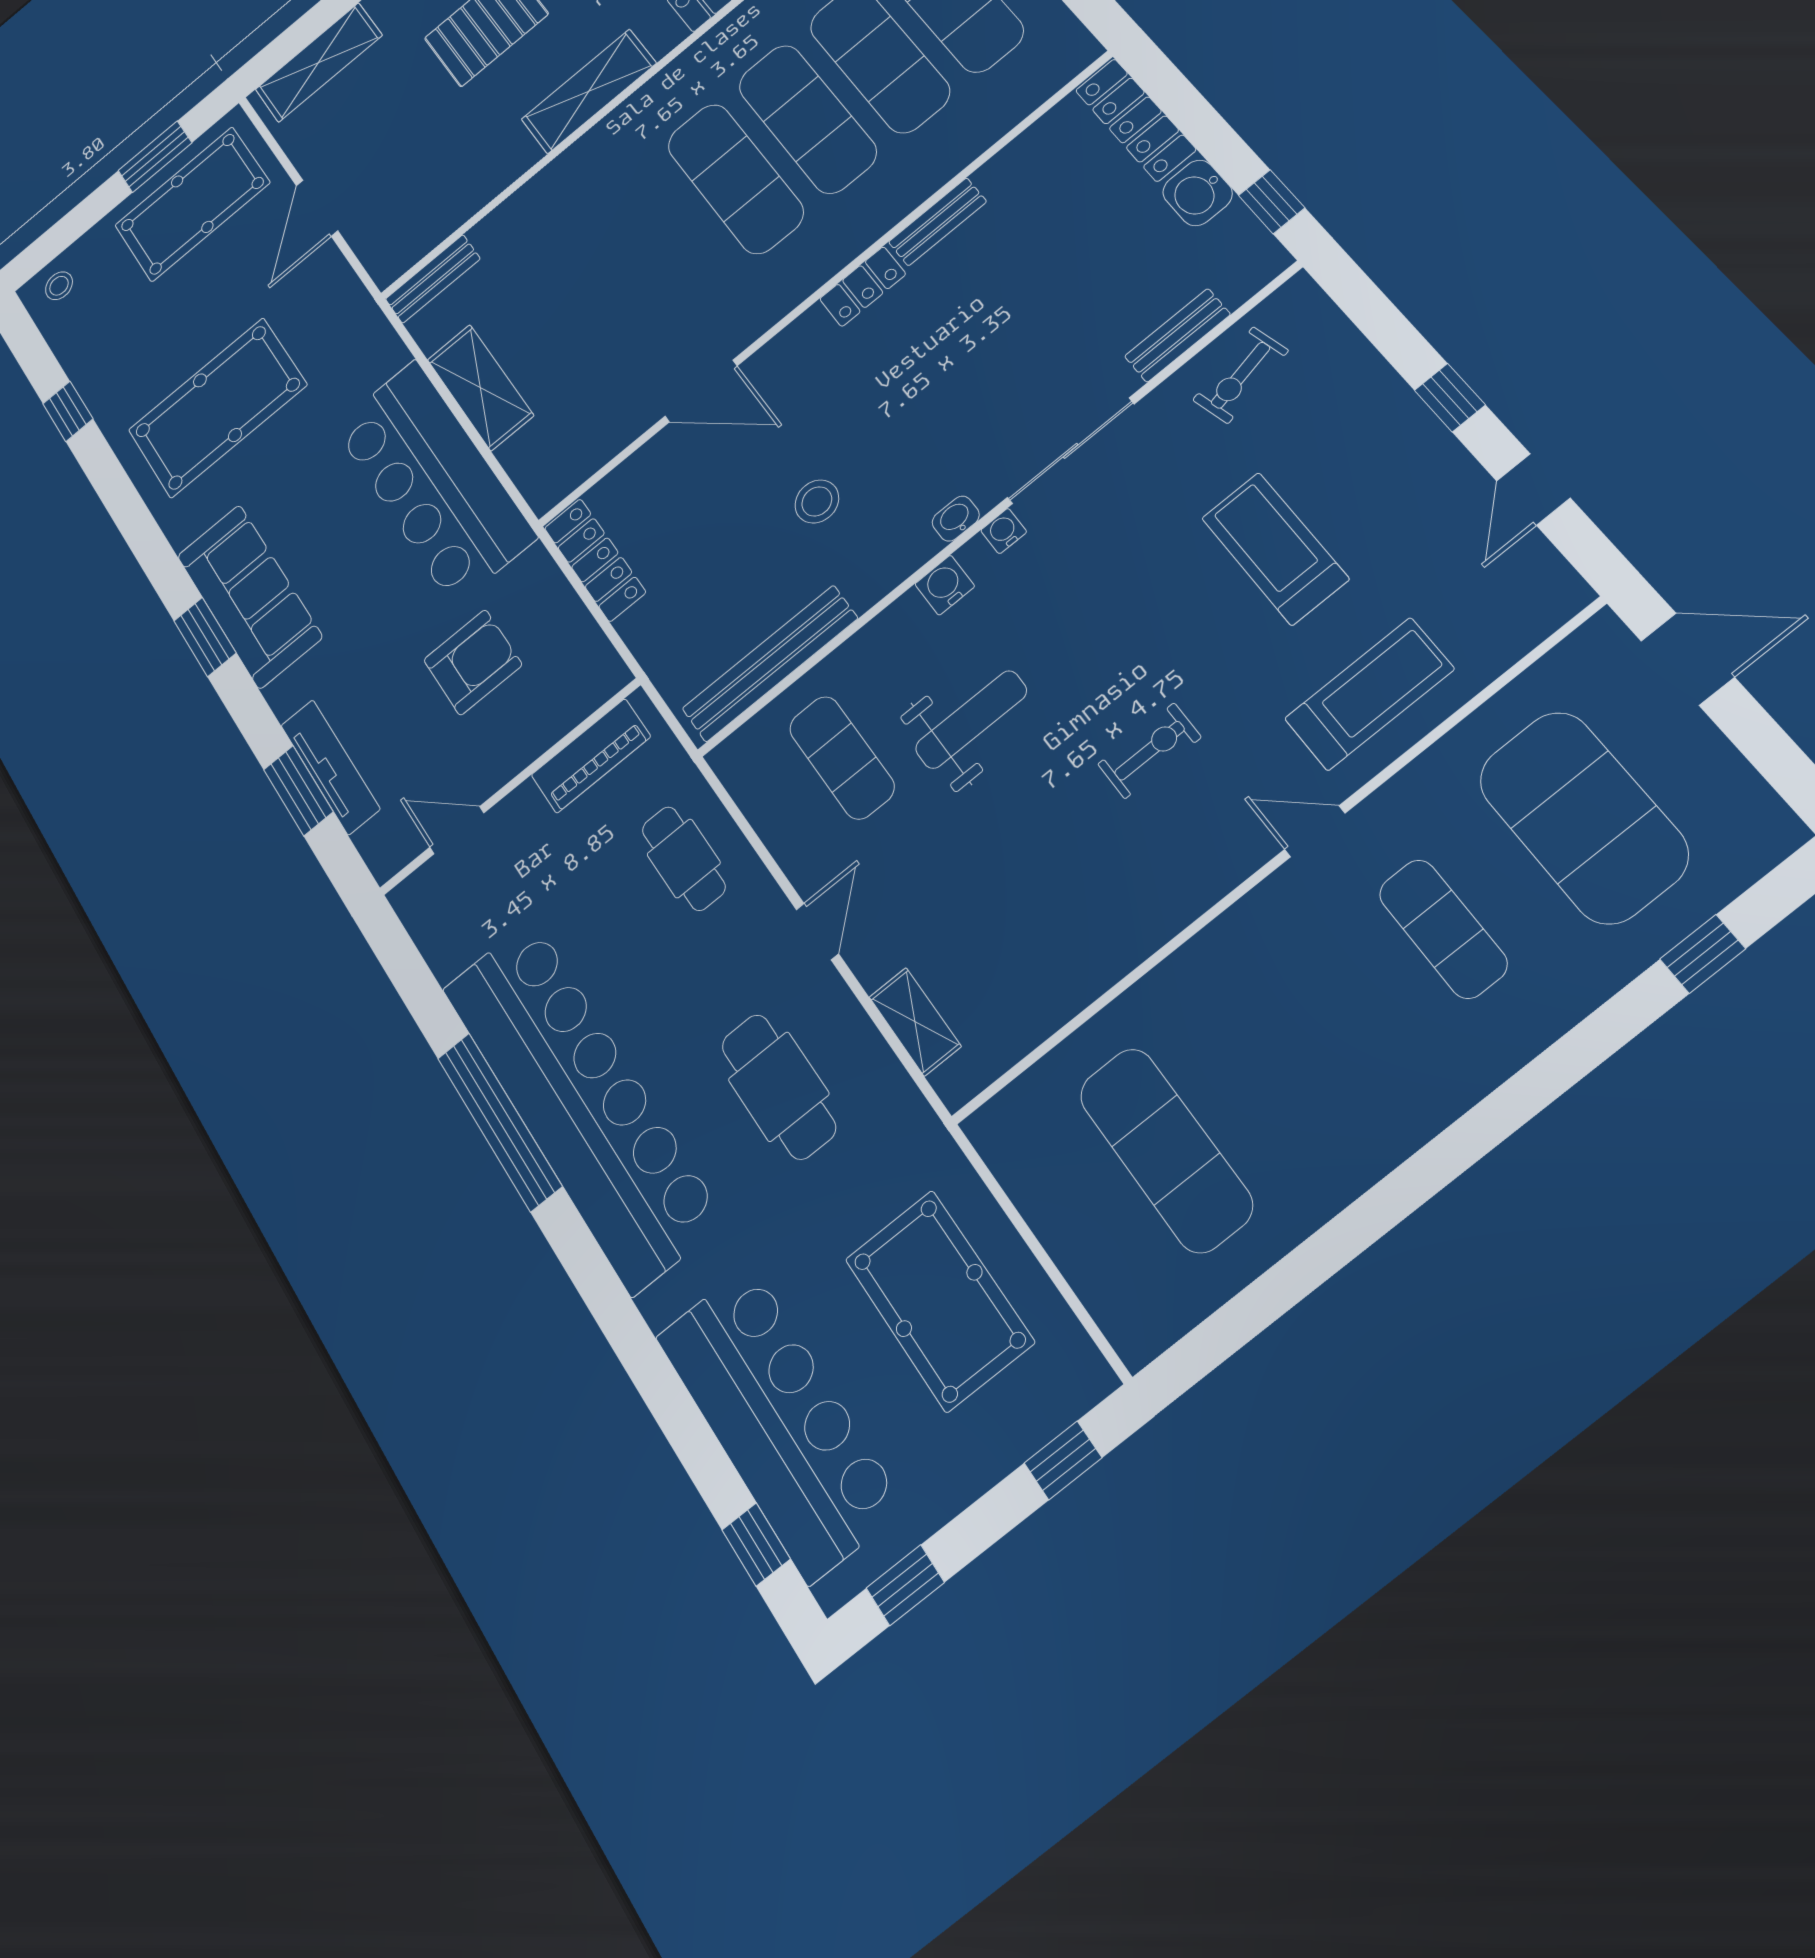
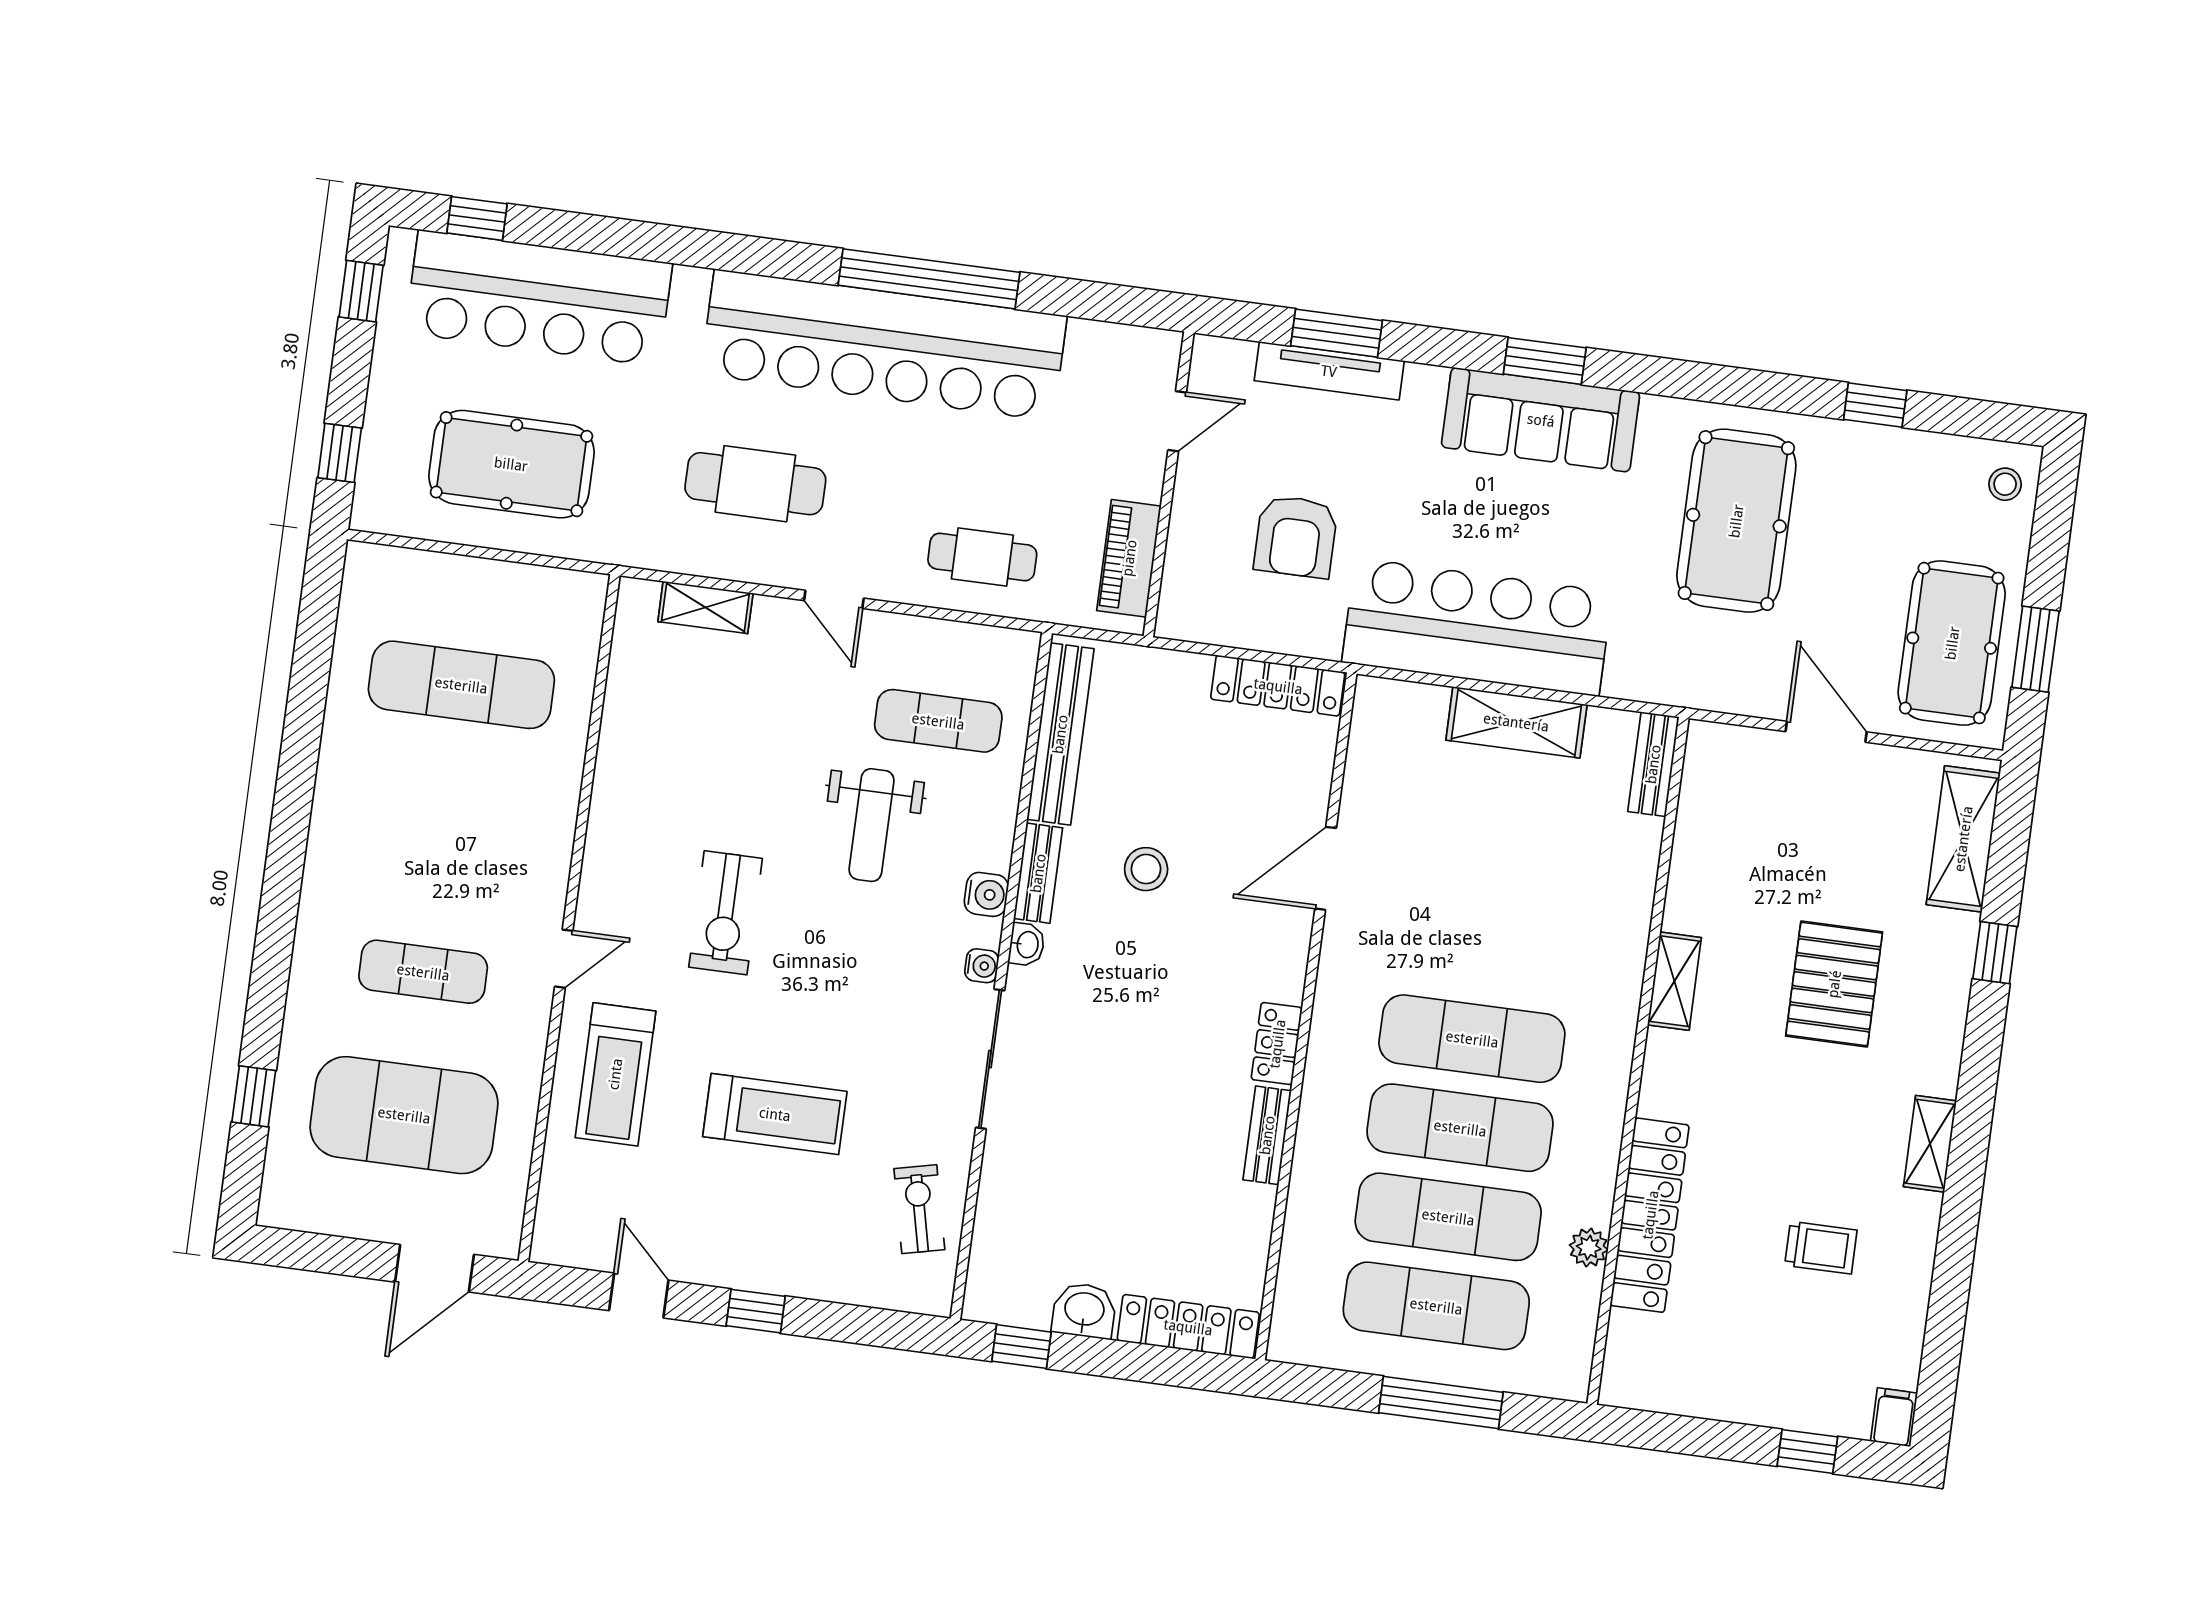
shelving: (589, 91) -> (1674, 981), width x0.67, depth x0.75
bench: (1177, 335) -> (1038, 873), moved
exercise bike: (1150, 751) -> (726, 913), width x1.38, depth x1.39

